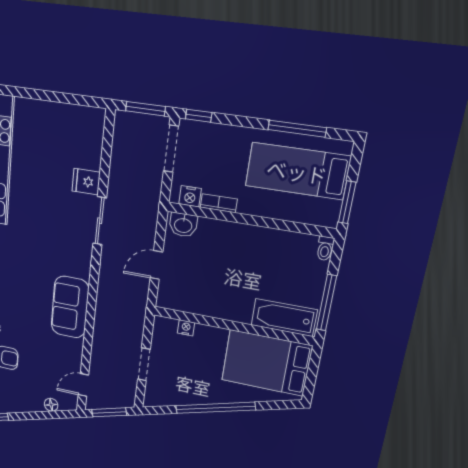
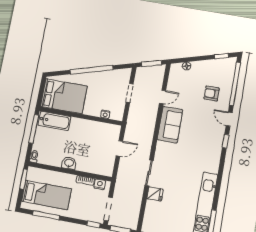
washbasin: (183, 225) -> (69, 163), moved
door: (83, 385) -> (163, 97), moved

